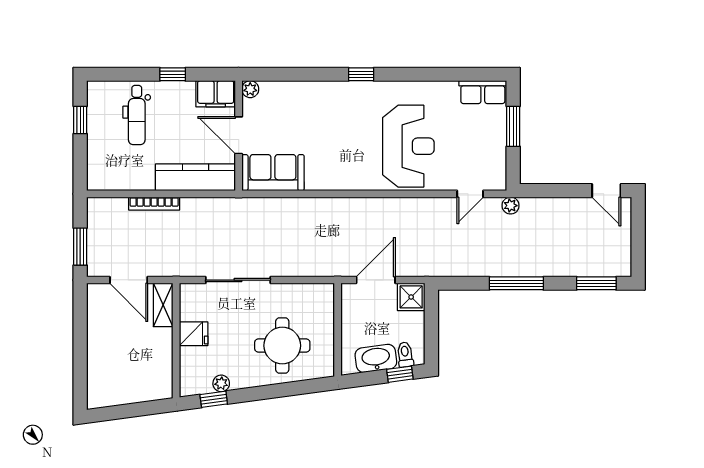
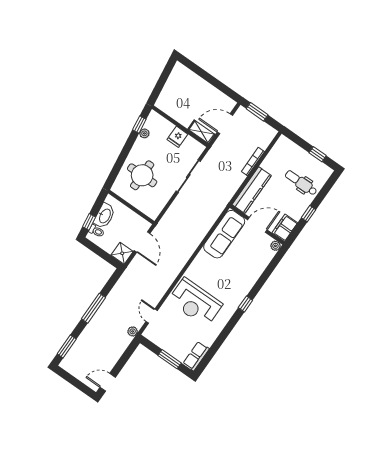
sofa: (273, 173) -> (224, 234), width x1.36

